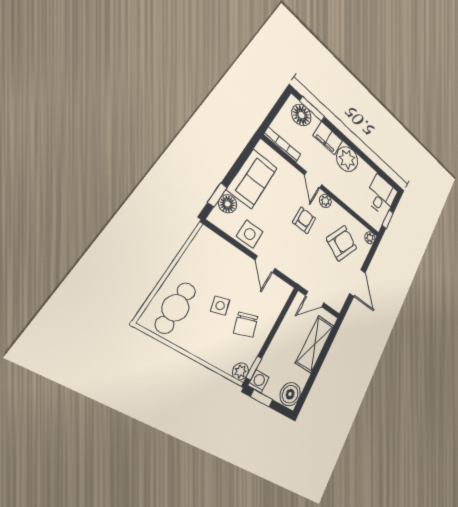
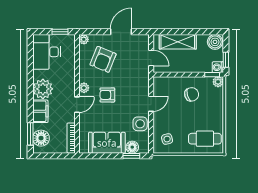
desk: (381, 195) -> (47, 52), width x1.37
armchair: (342, 243) -> (103, 59), turned -94
side table: (220, 306) -> (167, 139), moved

